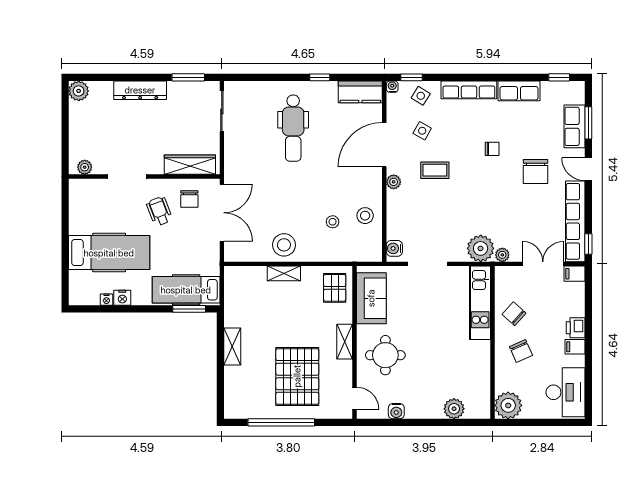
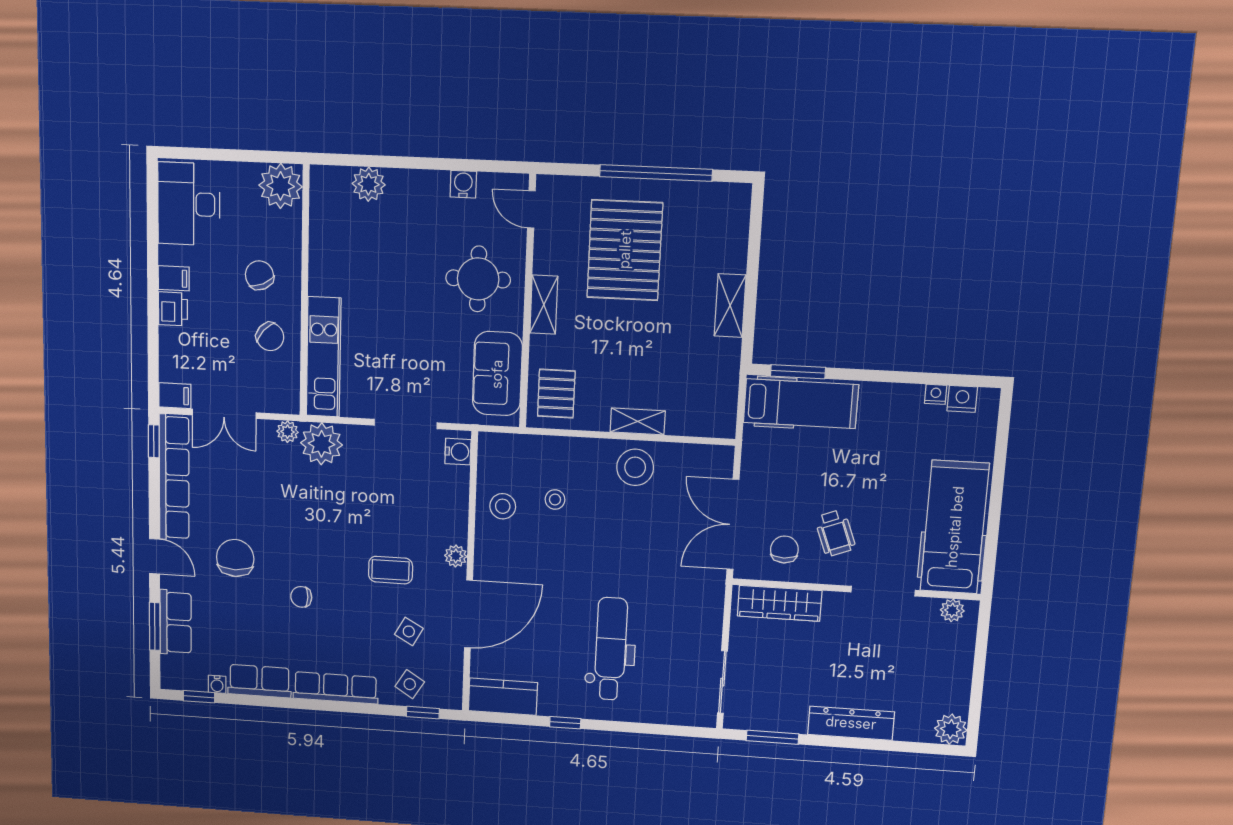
water cooler: (392, 87) -> (217, 684), moved
hospital bed: (109, 253) -> (955, 527), moved, turned 90
nightstand: (122, 298) -> (962, 399), moved

